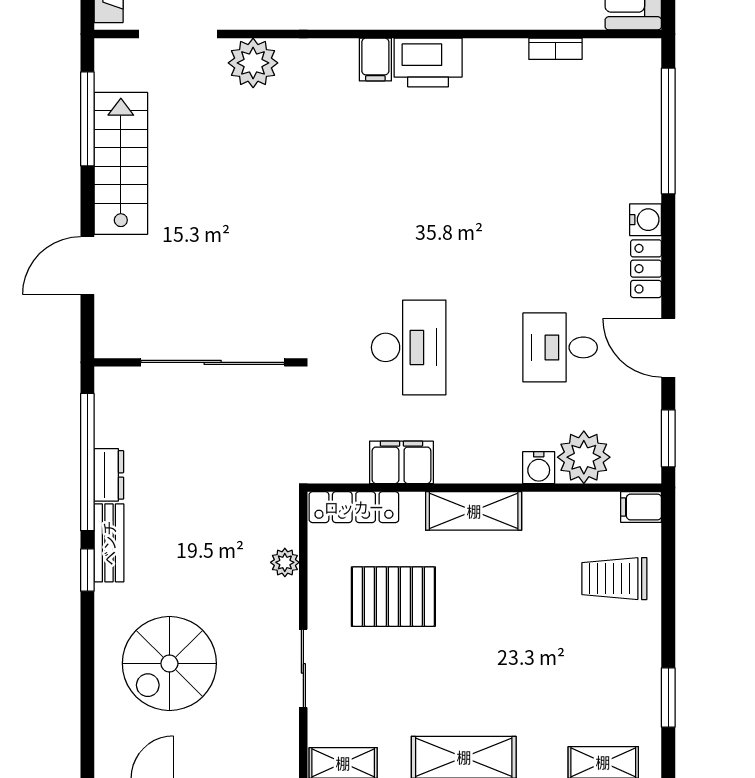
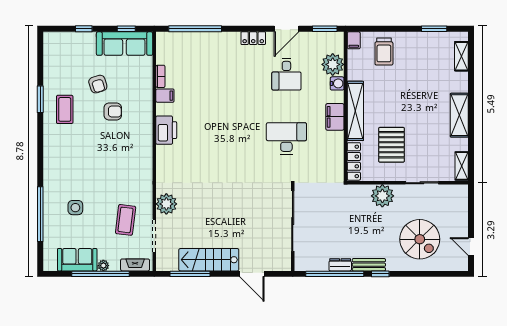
filing cabinet: (375, 59) -> (165, 96), moved
water cooler: (646, 220) -> (233, 38), removed
filing cabinet: (401, 462) -> (335, 117), moved
shelving: (474, 511) -> (355, 111), width x1.47
plant: (285, 562) -> (382, 196), width x1.88, depth x1.88

